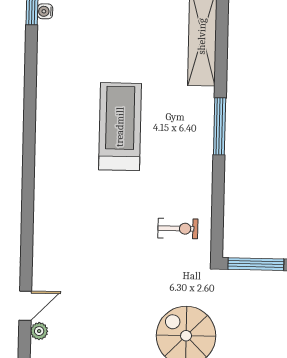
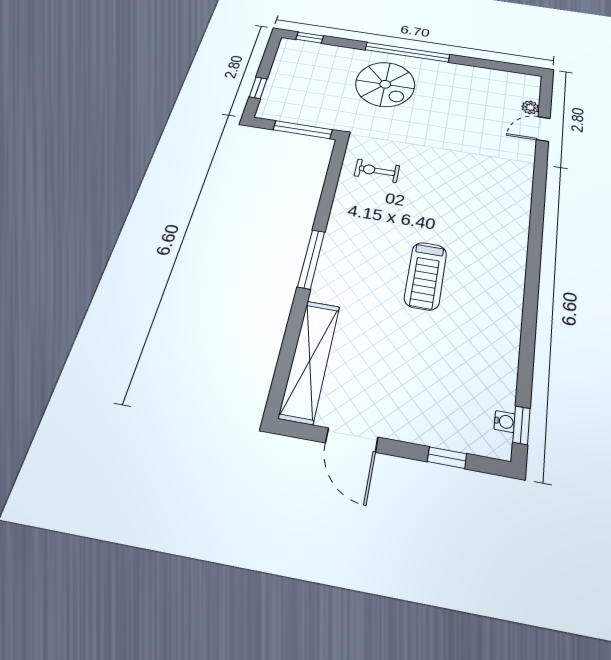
treadmill: (120, 127) -> (426, 276), width x0.73, depth x0.73

